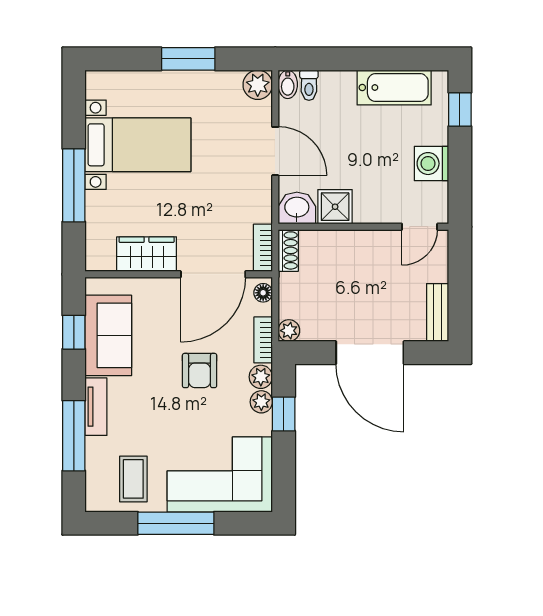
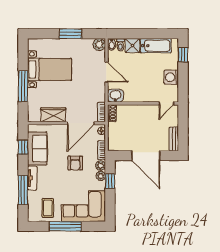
shower: (335, 207) -> (132, 46), moved
plant: (289, 331) -> (112, 146), removed

